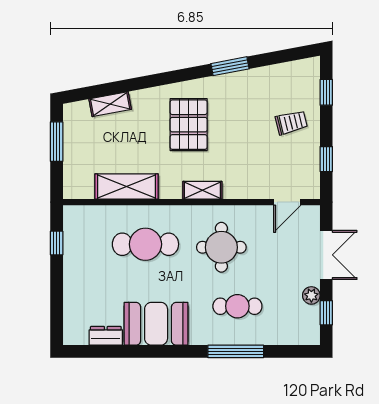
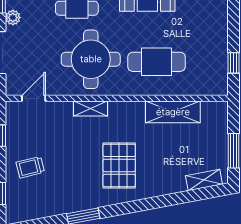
shelving: (110, 104) -> (204, 180), moved
shelving: (202, 190) -> (91, 109), moved
round table: (221, 247) -> (91, 59), width x1.36, depth x1.36

